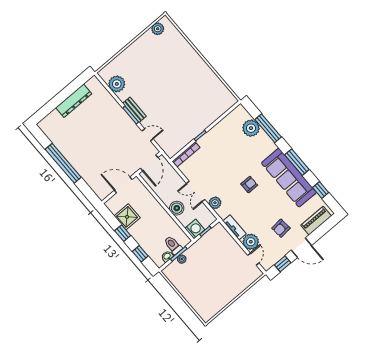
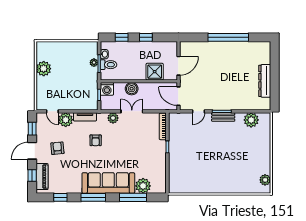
sofa: (289, 178) -> (108, 183), moved
armchair: (249, 185) -> (96, 140), moved
shower: (127, 217) -> (155, 72), moved
window: (322, 230) -> (32, 176), added
plant: (223, 297) -> (44, 69), added

